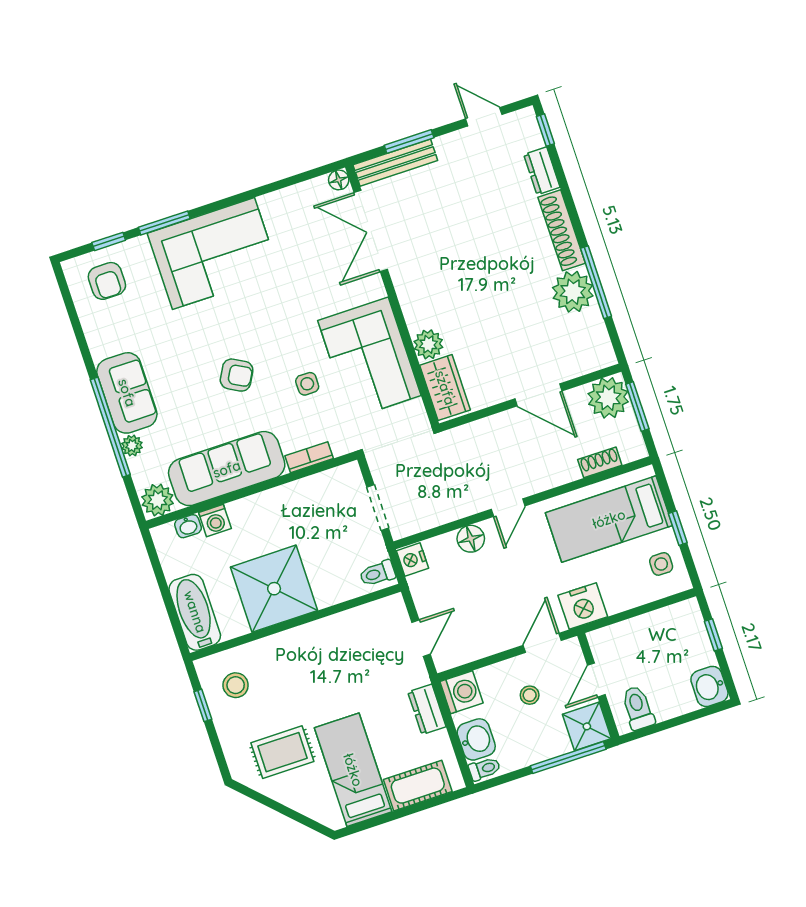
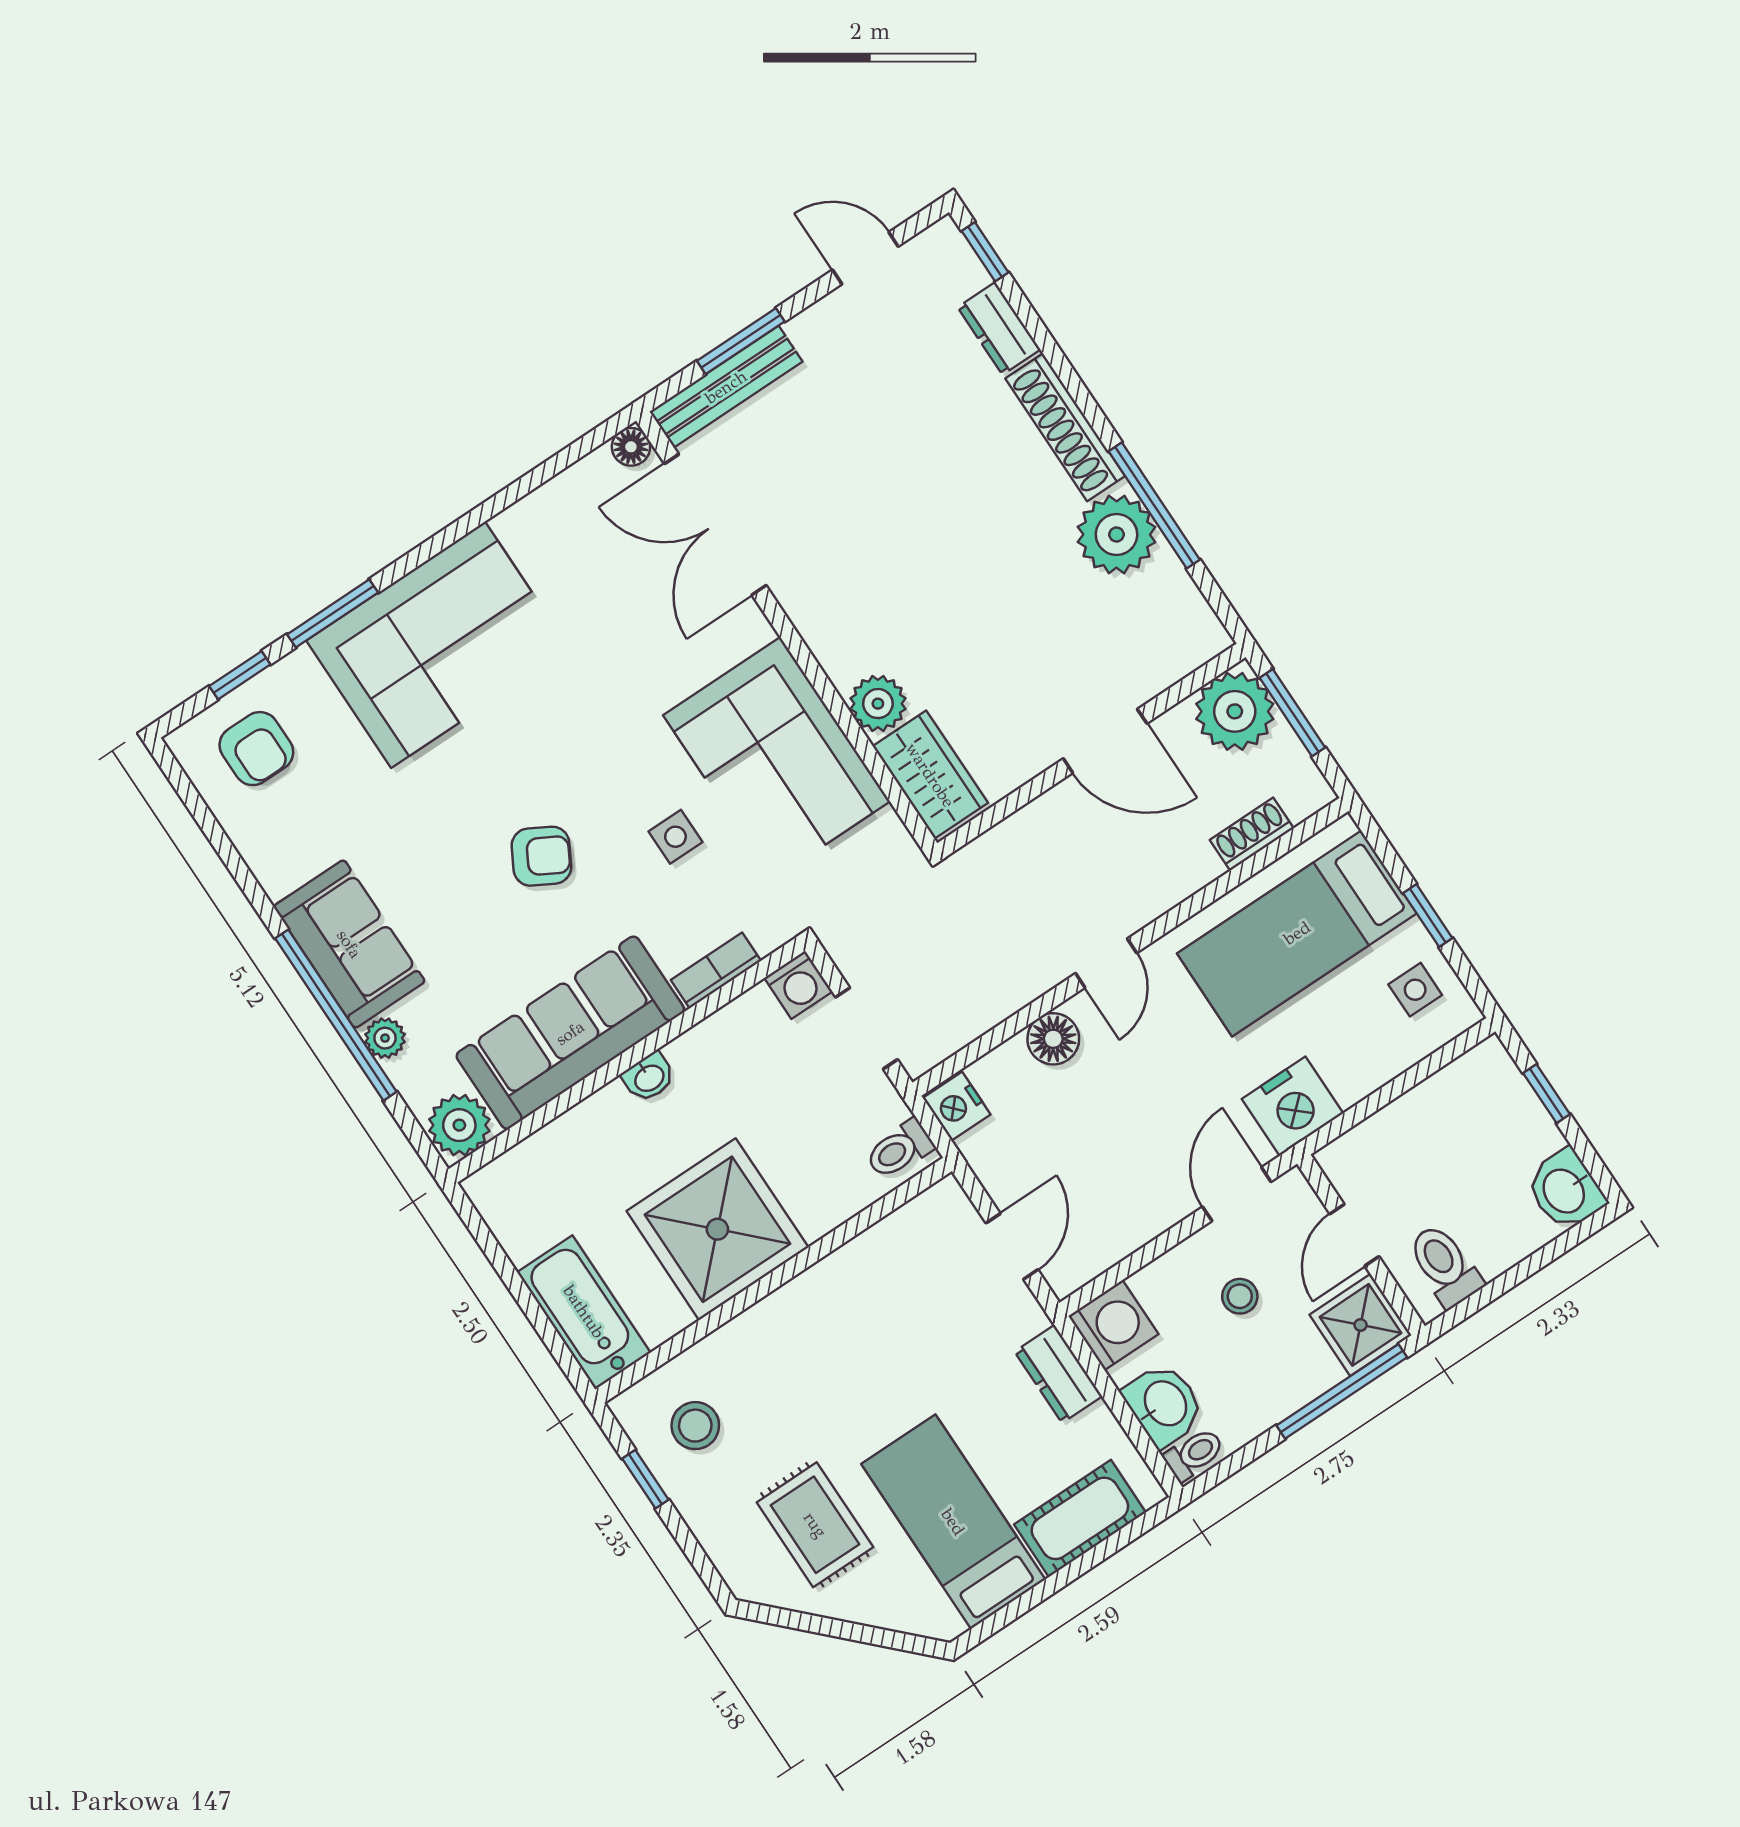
washing machine: (215, 521) -> (798, 985), moved
washbasin: (188, 526) -> (649, 1077), moved
rug: (282, 752) -> (815, 1525), turned 90

